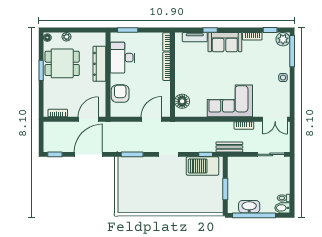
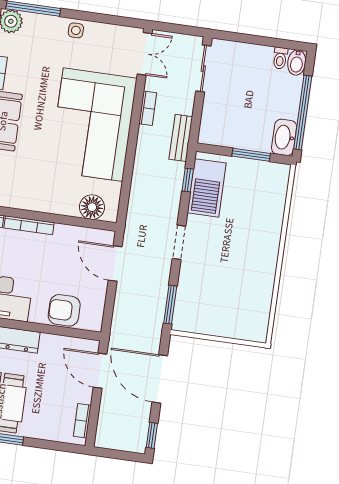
corner sofa: (230, 101) -> (93, 125), width x1.36, depth x1.36
washbasin: (249, 207) -> (284, 137), moved

